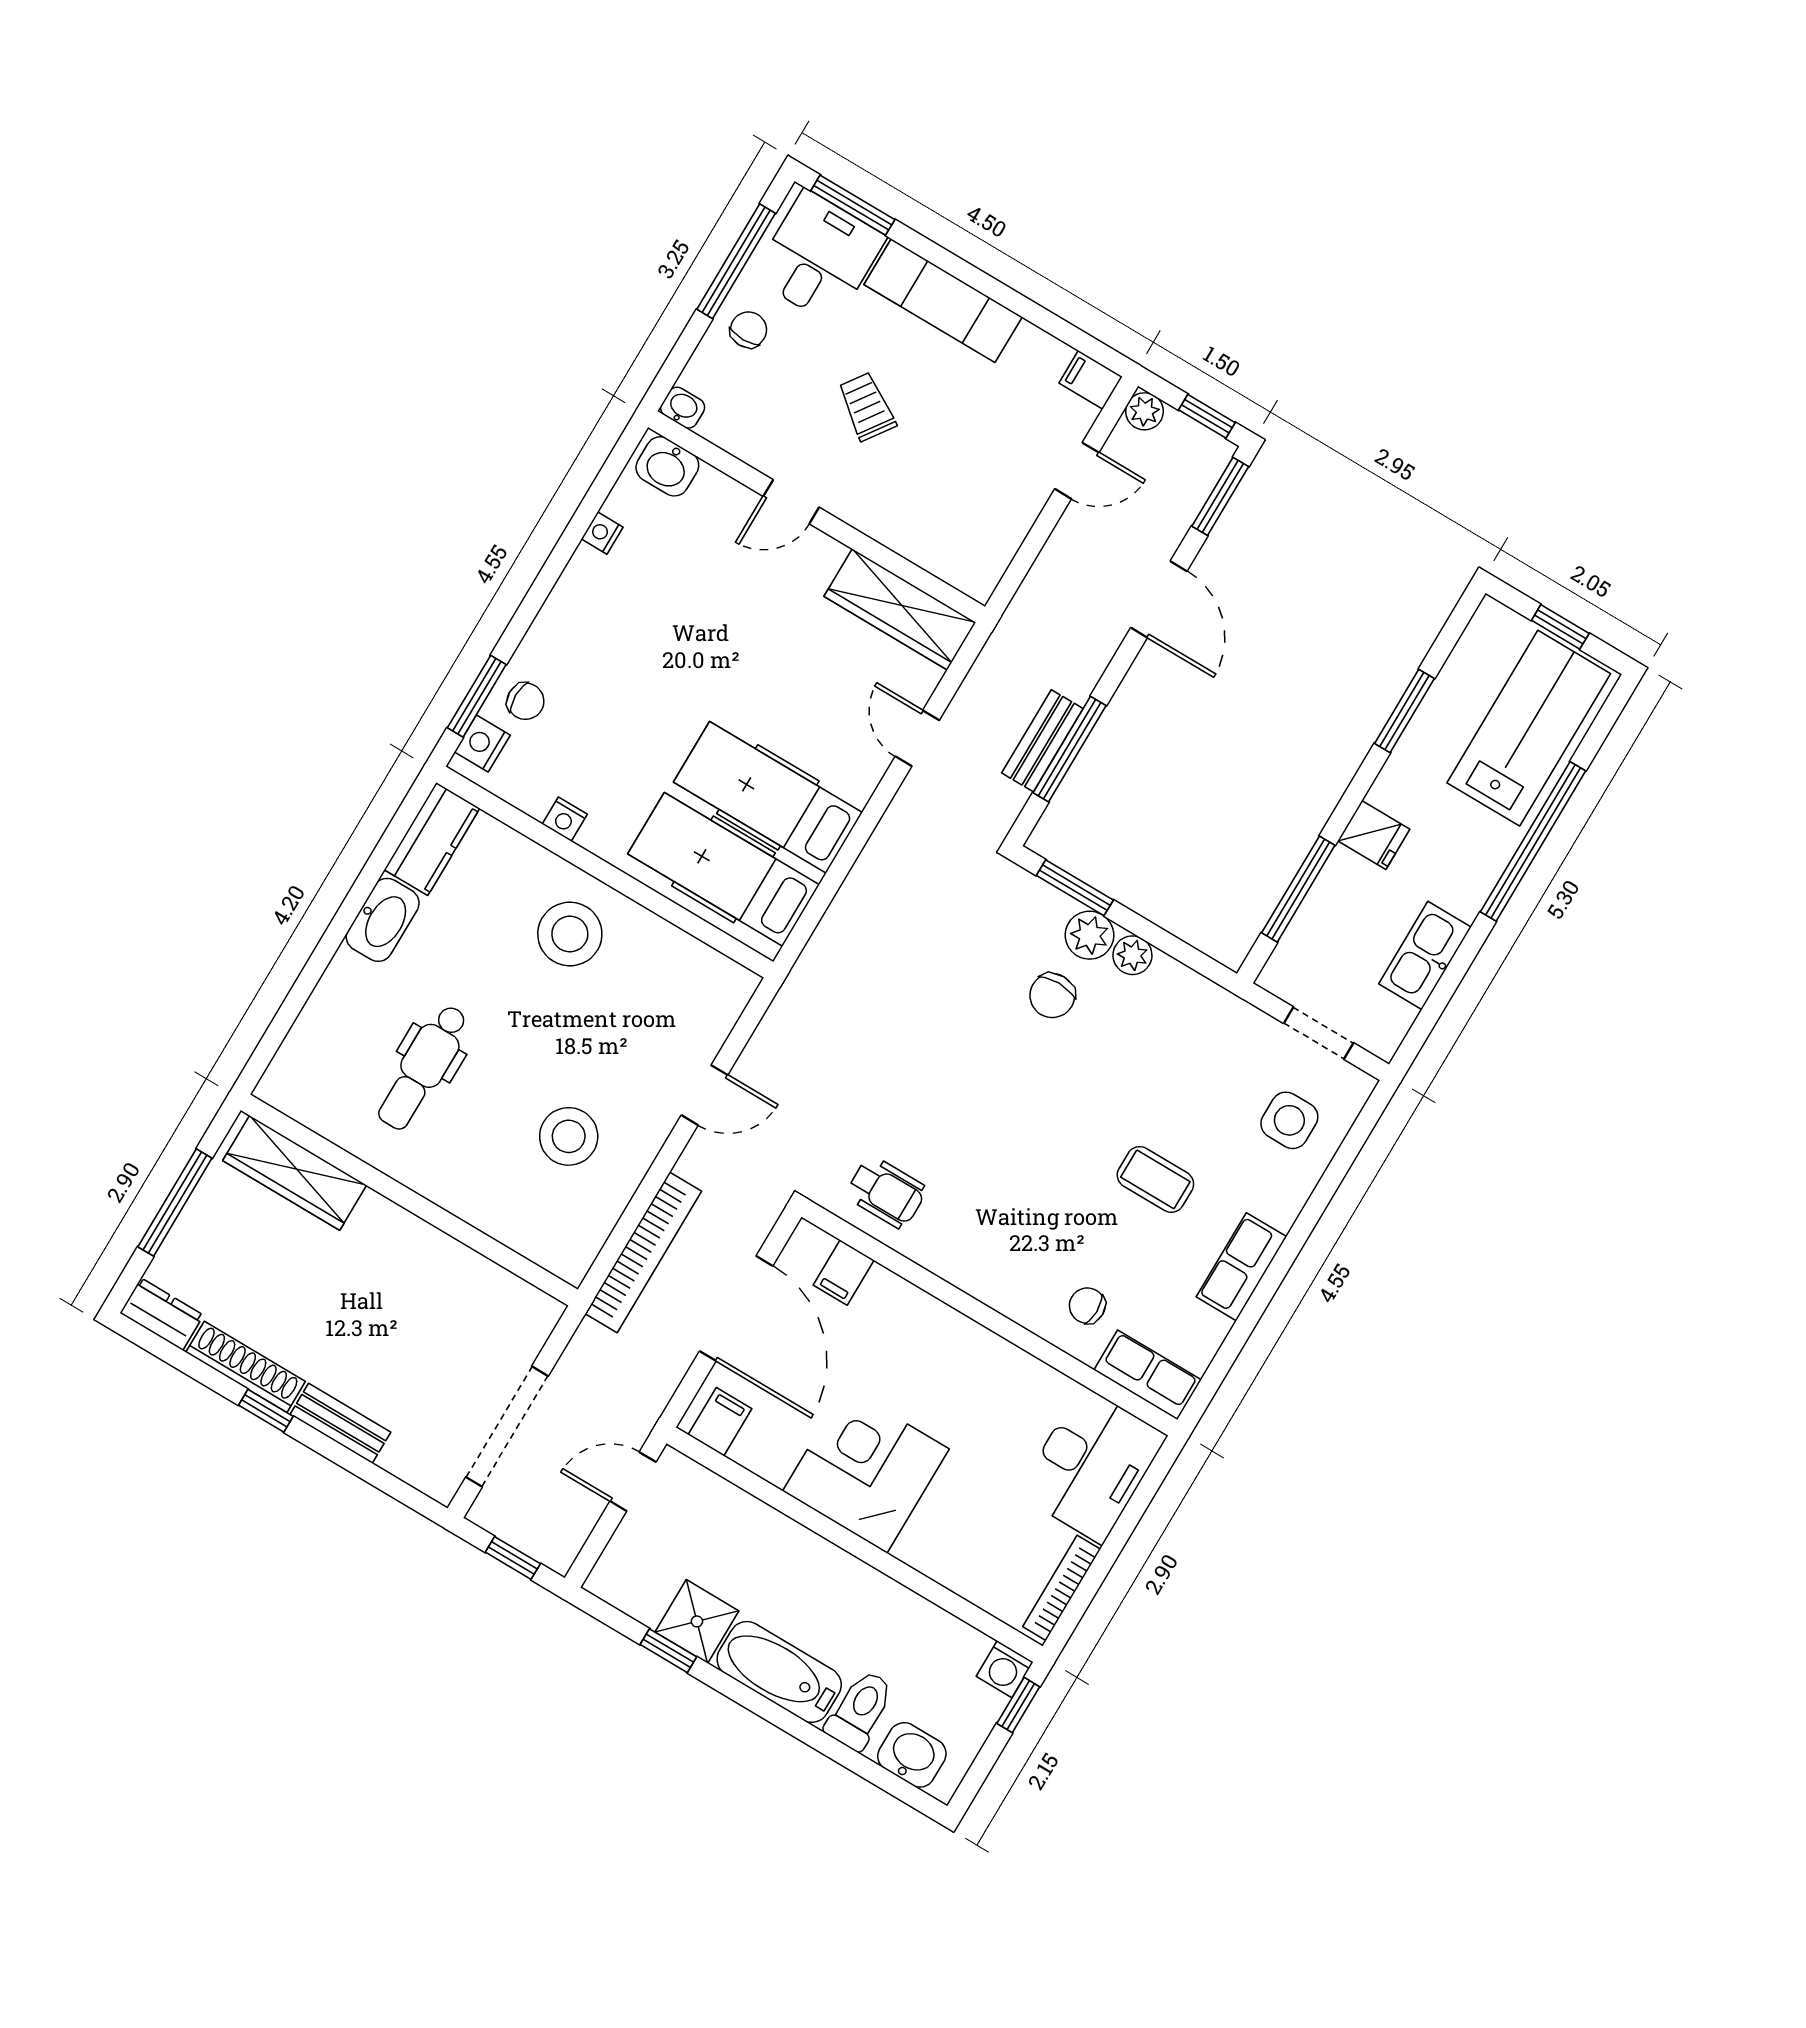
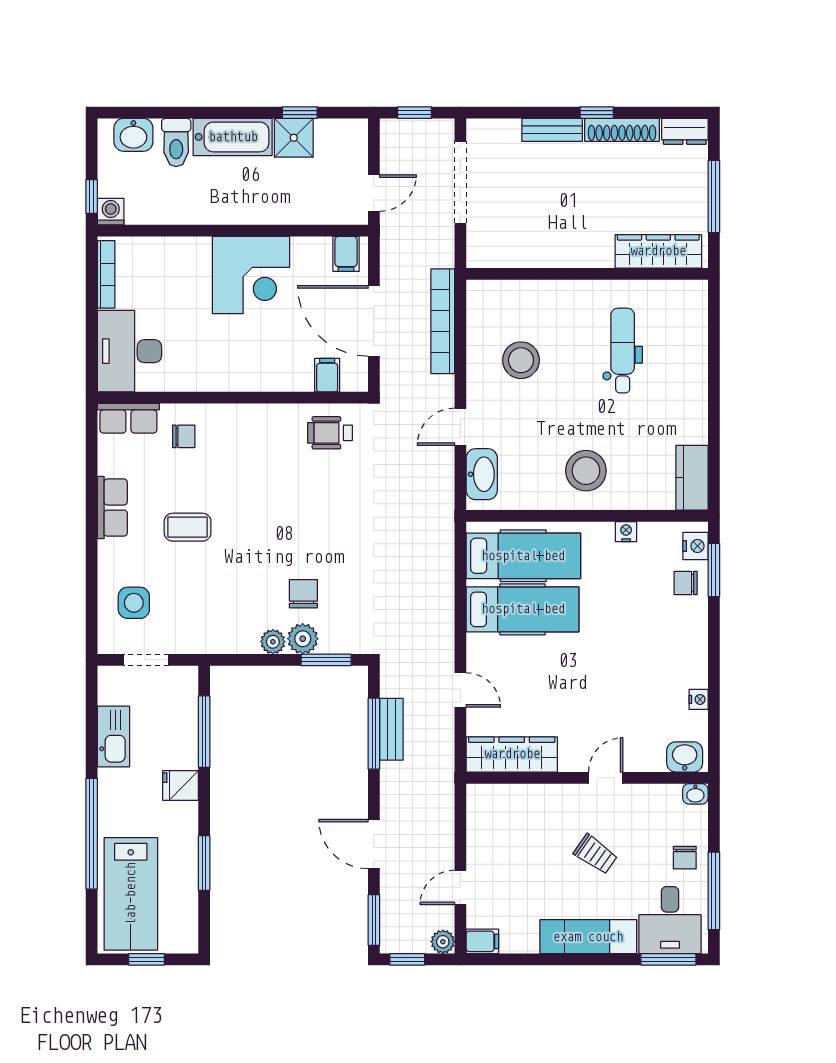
washbasin: (383, 920) -> (482, 474), moved, turned 180

